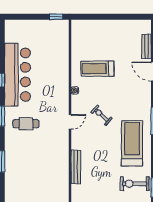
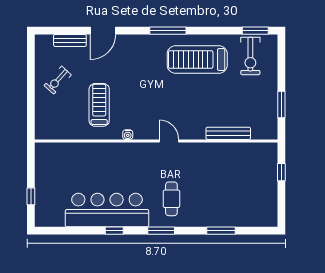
window: (56, 17) -> (31, 196), moved
treadmill: (97, 69) -> (99, 105), turned 180
exercise bike: (102, 115) -> (58, 80), moved

